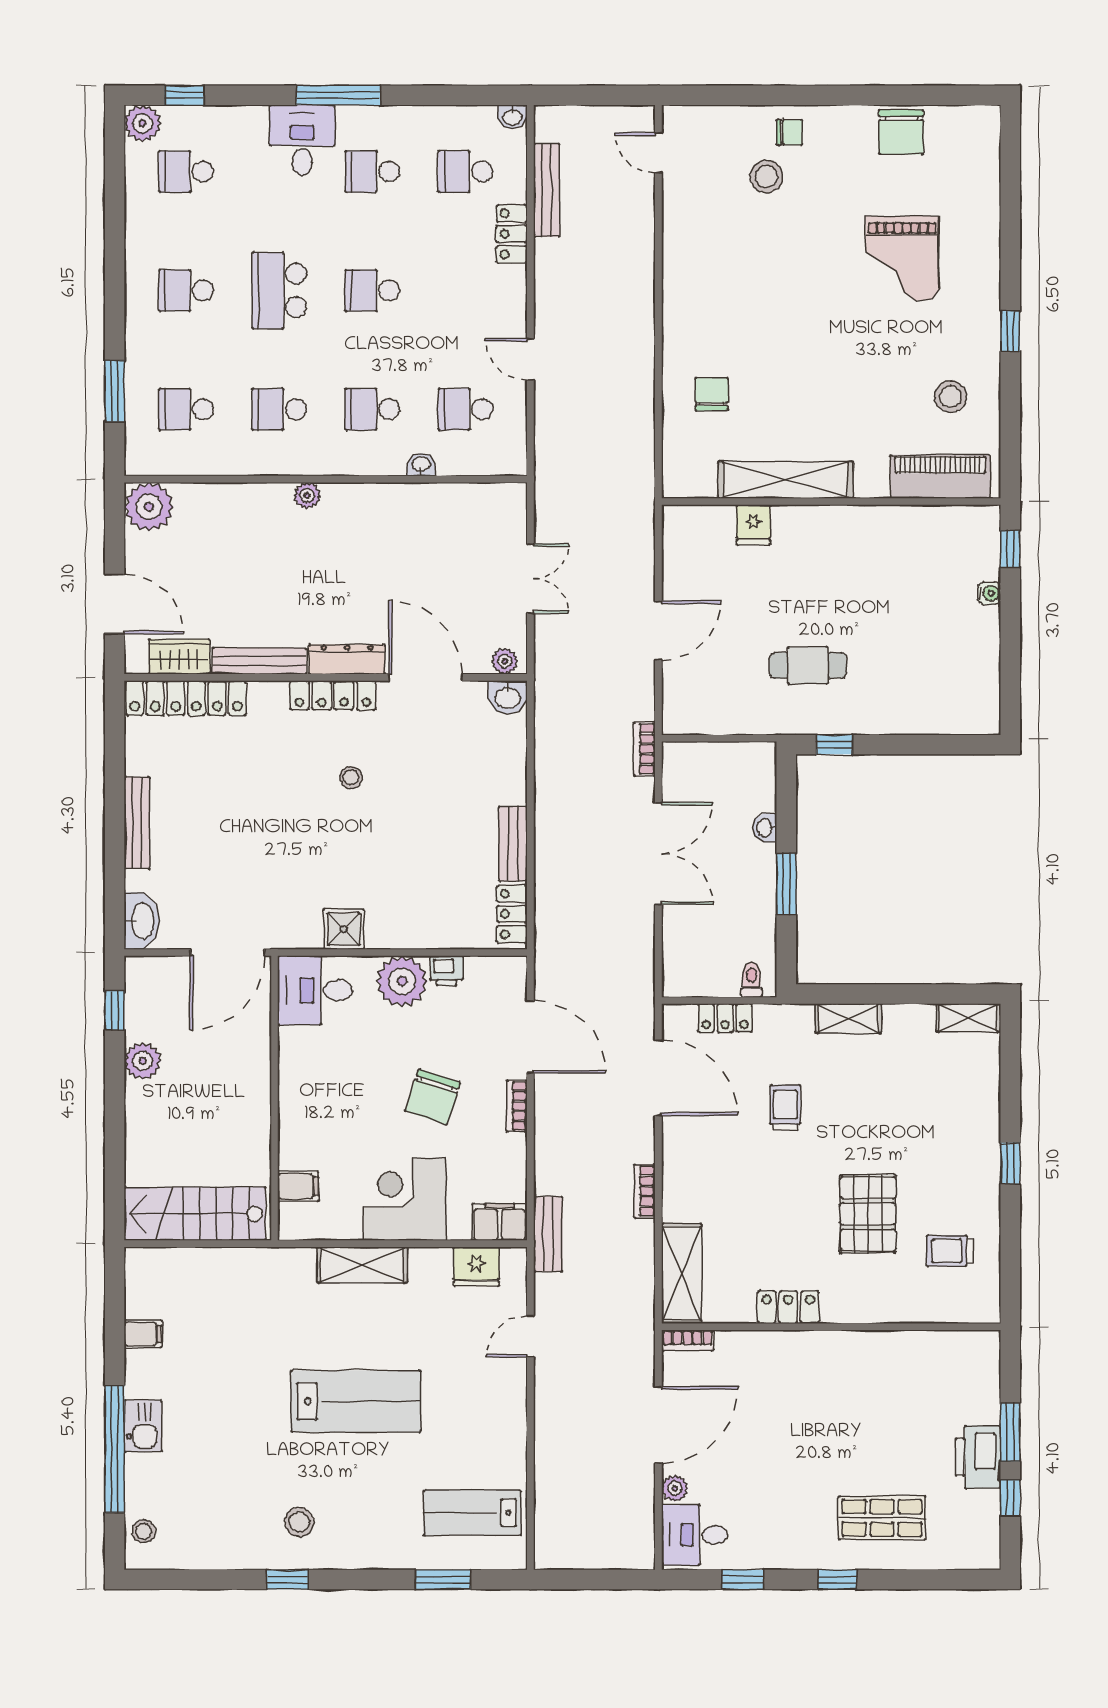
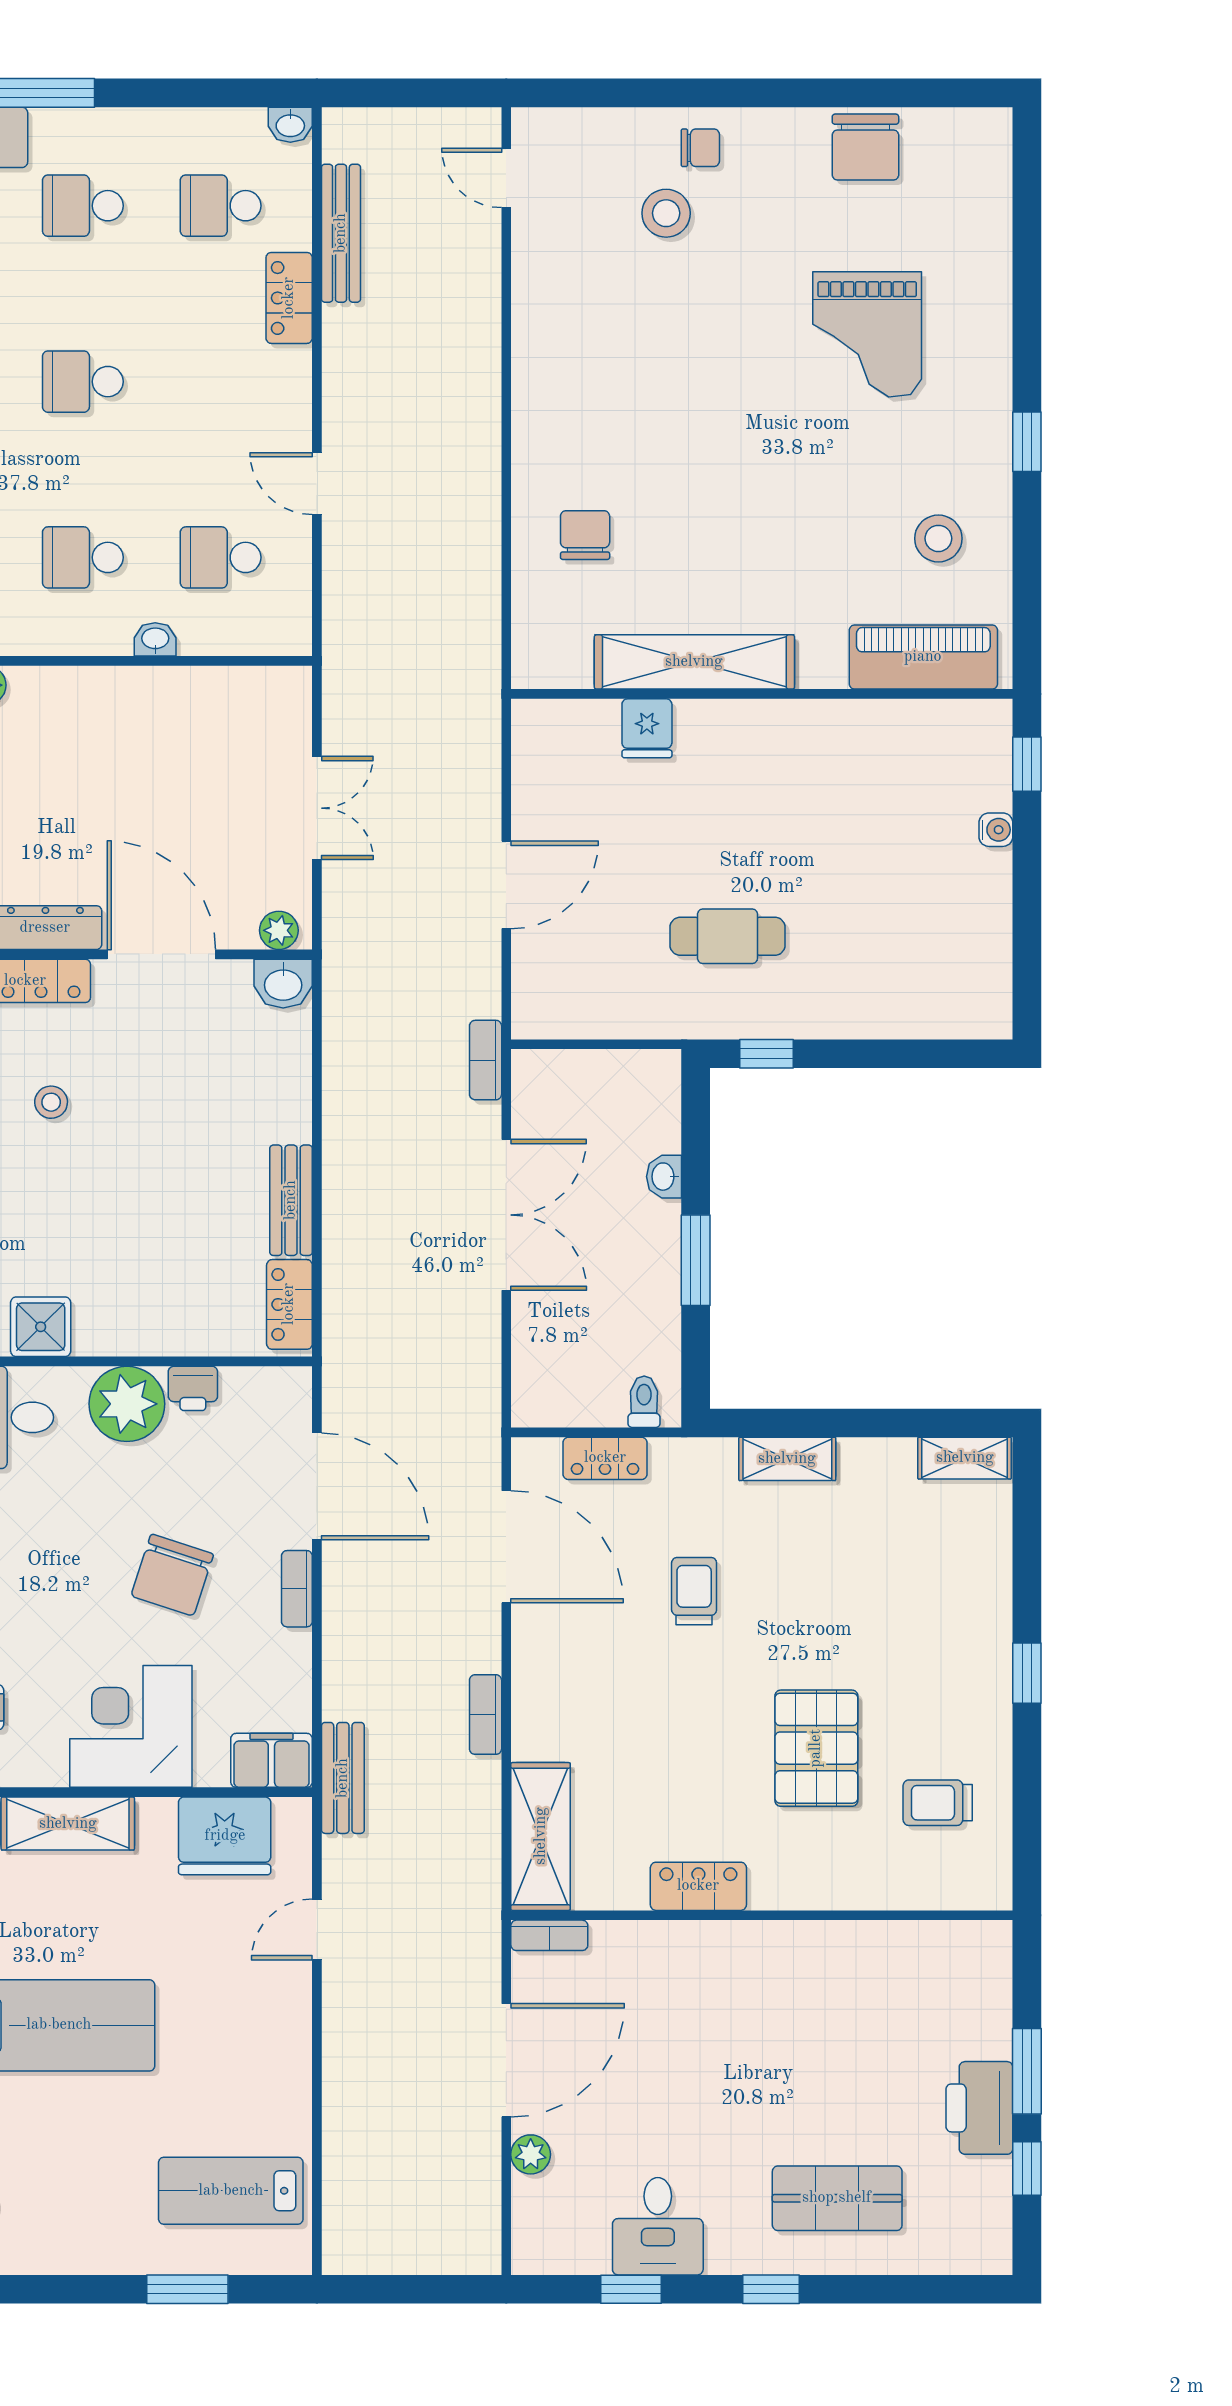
fridge: (476, 1266) -> (225, 1836), width x1.36, depth x1.34
desk: (695, 1535) -> (658, 2226), moved, turned -90

